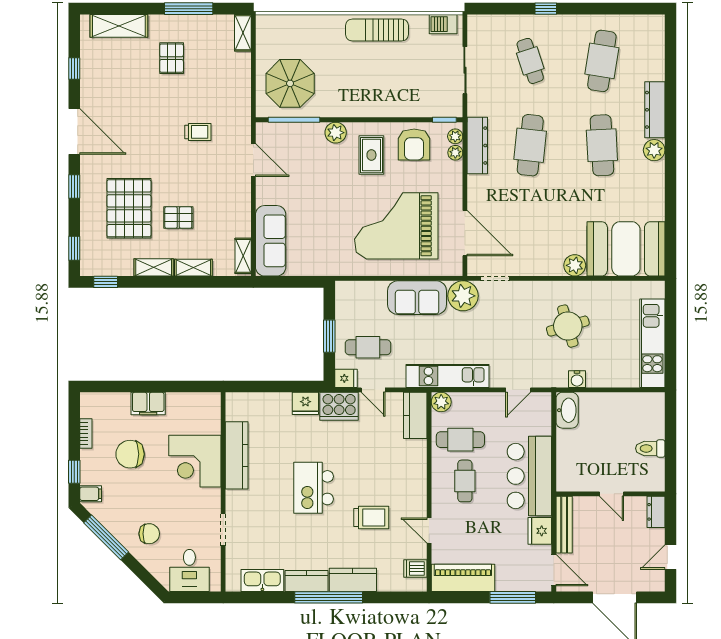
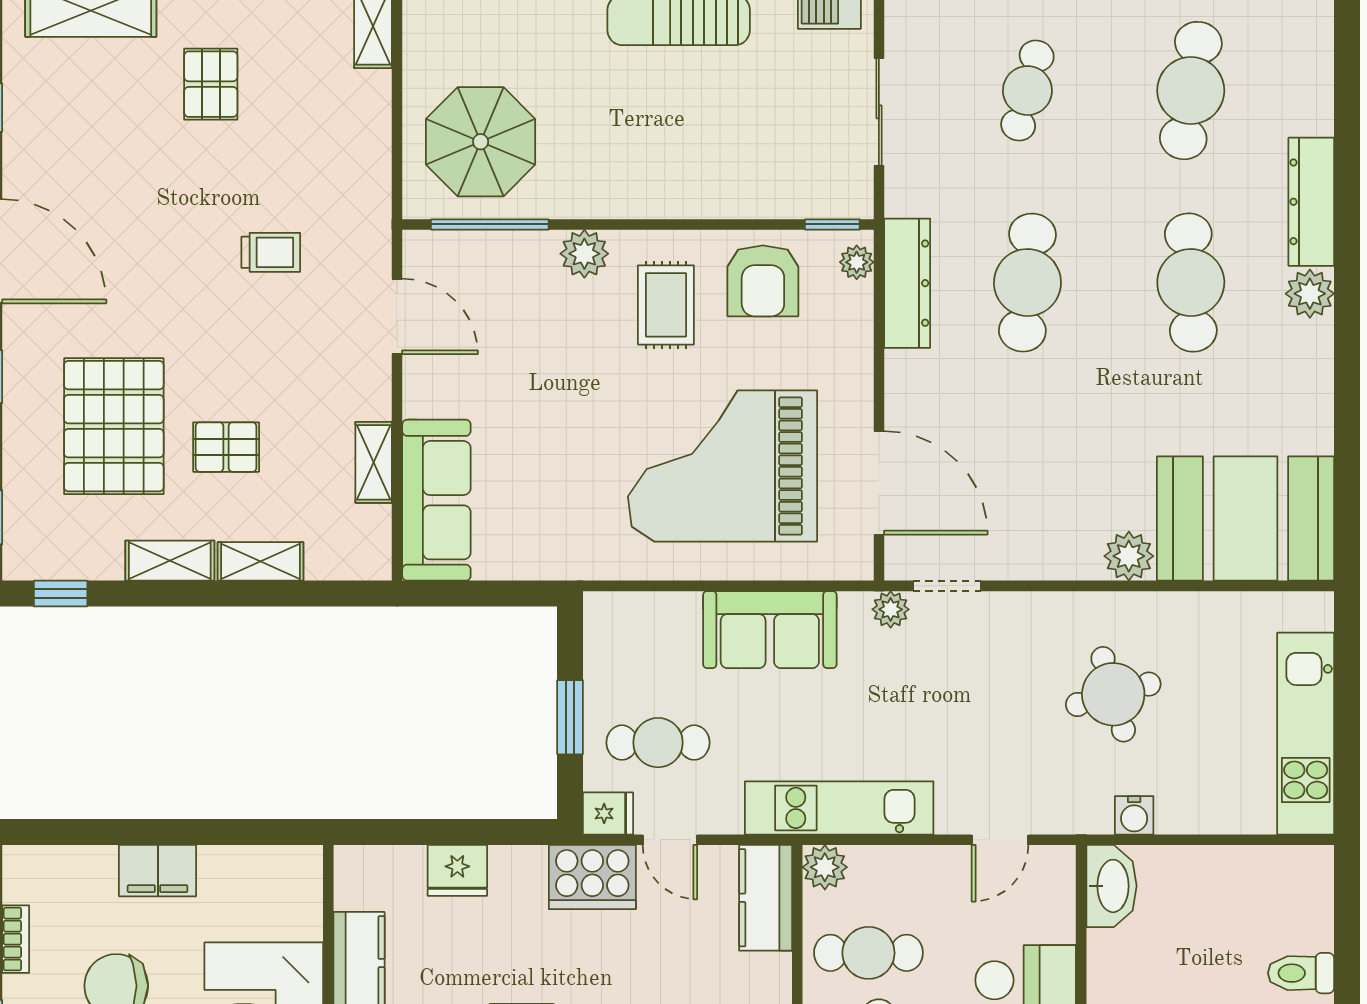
cafe table: (530, 61) -> (1027, 91), turned 33
plant: (455, 153) -> (857, 300), removed
shelving: (243, 256) -> (374, 462), moved
plant: (463, 296) -> (891, 609), width x0.53, depth x0.53
fridge: (305, 403) -> (457, 870), moved

